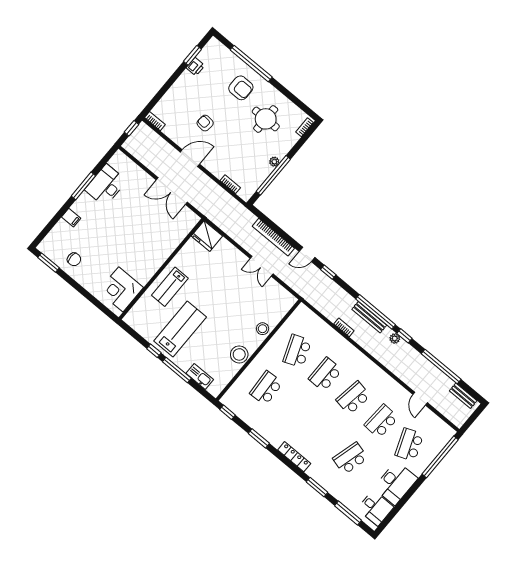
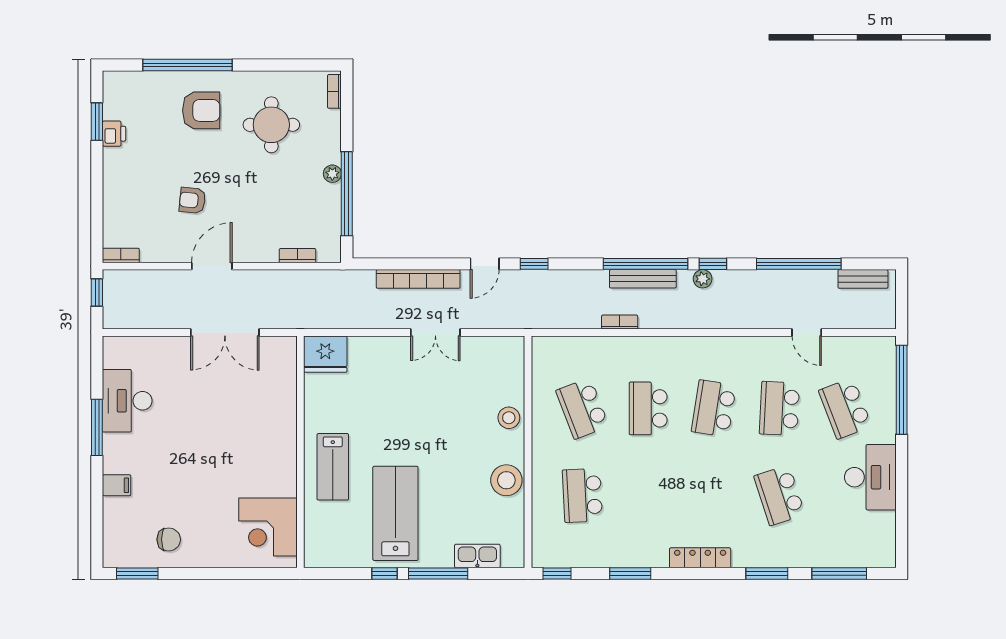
school desk: (350, 458) -> (779, 495), turned -33
desk: (375, 508) -> (871, 535), removed

